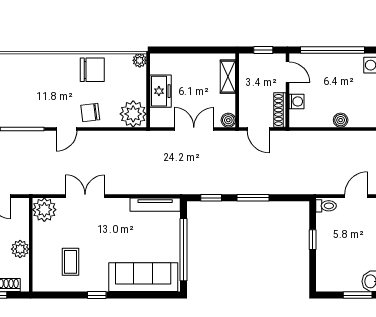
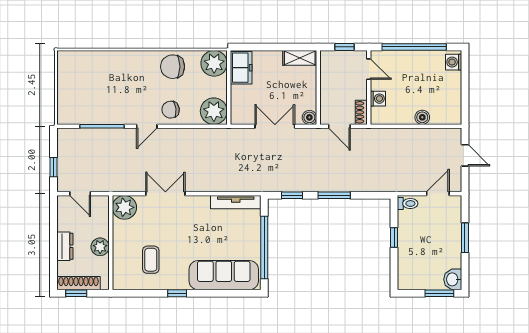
plant: (140, 60) -> (214, 63), width x1.88, depth x1.88
chair: (92, 70) -> (173, 67), turned 180
shelving: (228, 77) -> (300, 58), moved, turned 90
freezer: (160, 91) -> (241, 68), moved
shoe rack: (280, 110) -> (361, 112), width x0.70

